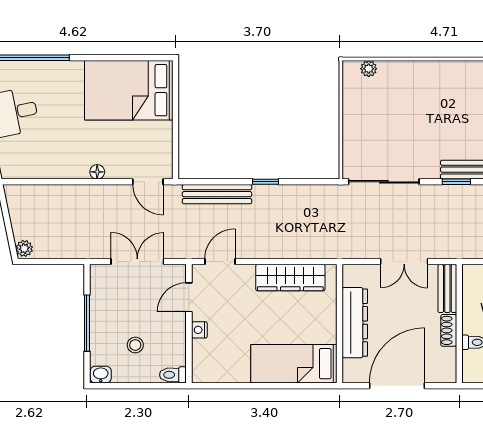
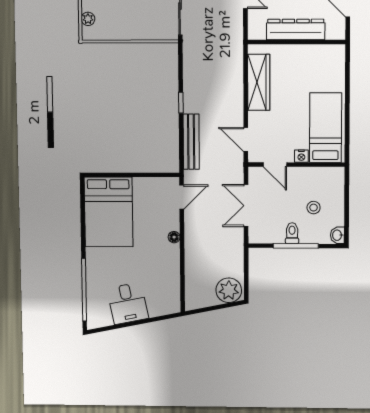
plant: (24, 248) -> (229, 290), width x1.88, depth x1.88
bed: (294, 364) -> (326, 128), moved, turned 180
toilet: (173, 375) -> (292, 233), moved, turned 180

